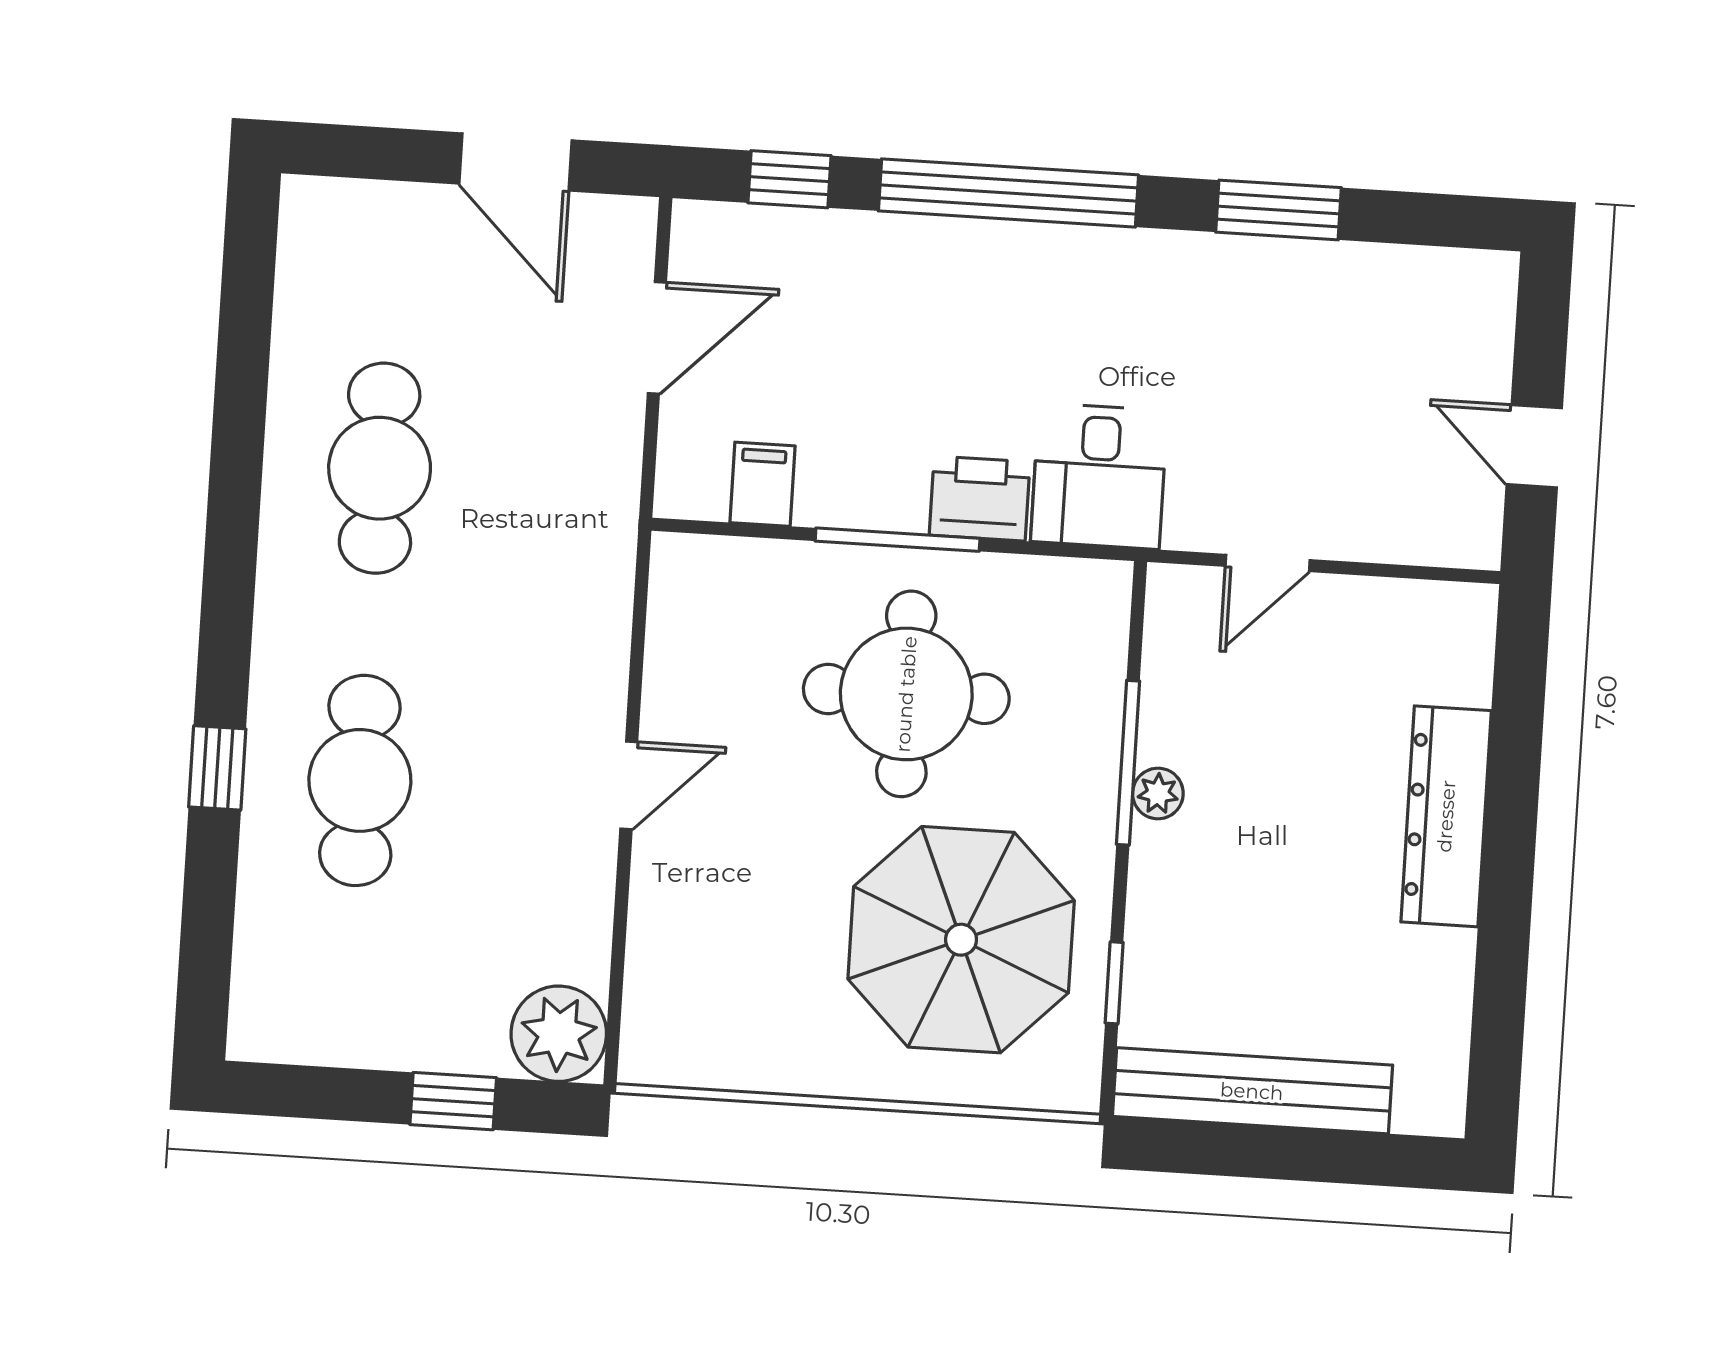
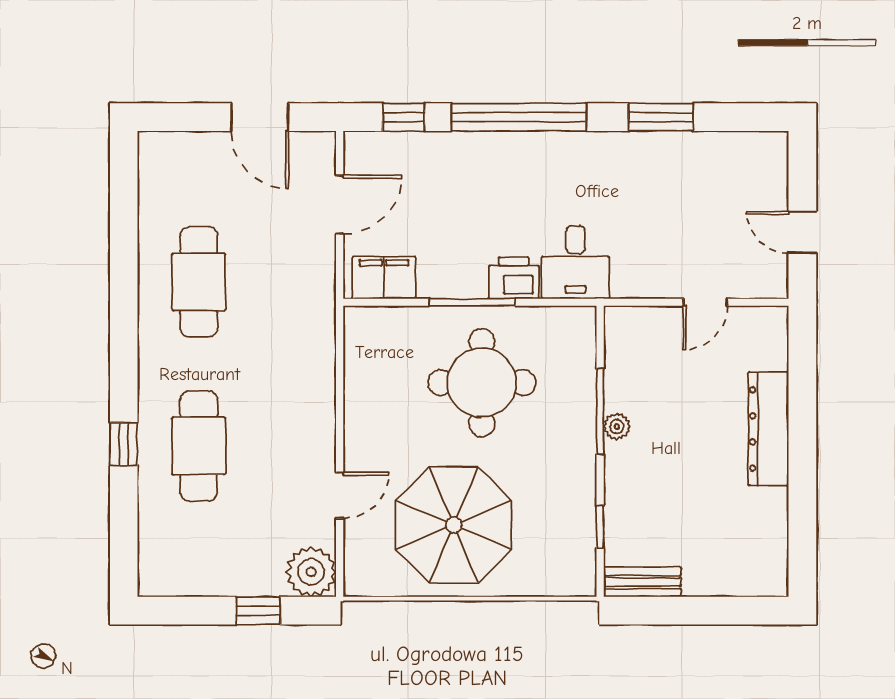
filing cabinet: (762, 484) -> (384, 278), width x2.00
door: (1268, 563) -> (705, 302), moved
door: (629, 785) -> (340, 495), moved
parasol: (961, 940) -> (454, 525), moved
bench: (1252, 1091) -> (642, 582), width x0.54, depth x0.82

